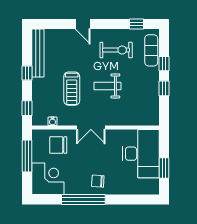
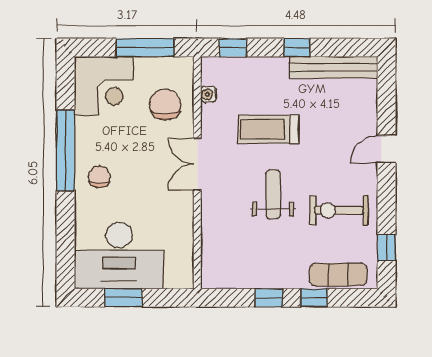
exercise bike: (116, 50) -> (339, 210), turned 90
desk: (141, 154) -> (119, 256), moved

